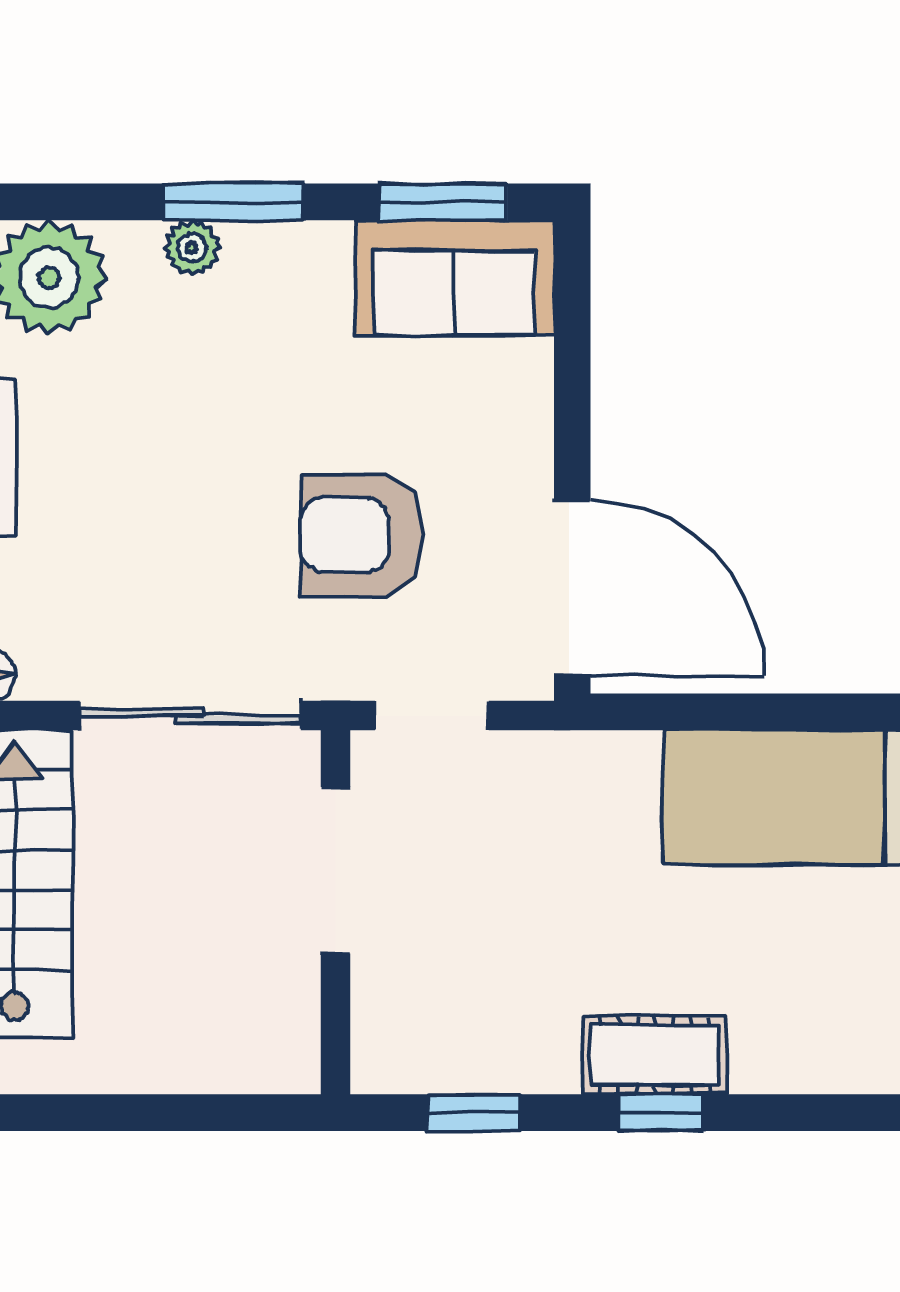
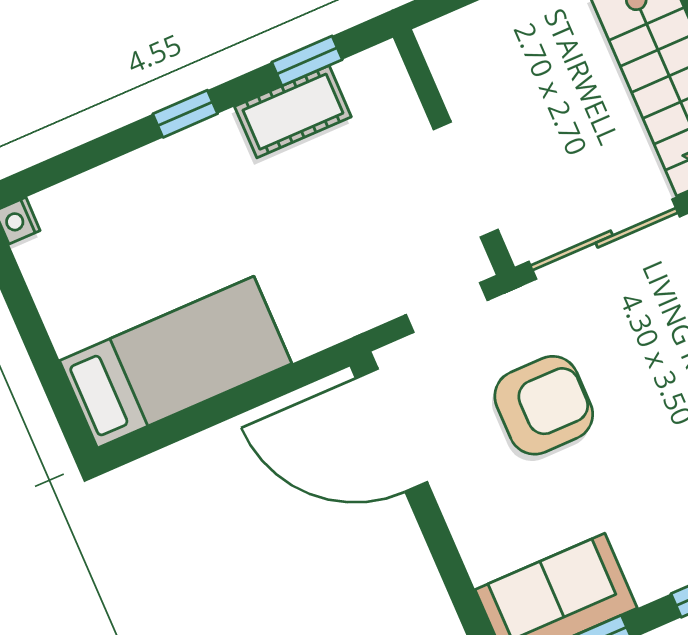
cot: (655, 1055) -> (293, 112), moved

